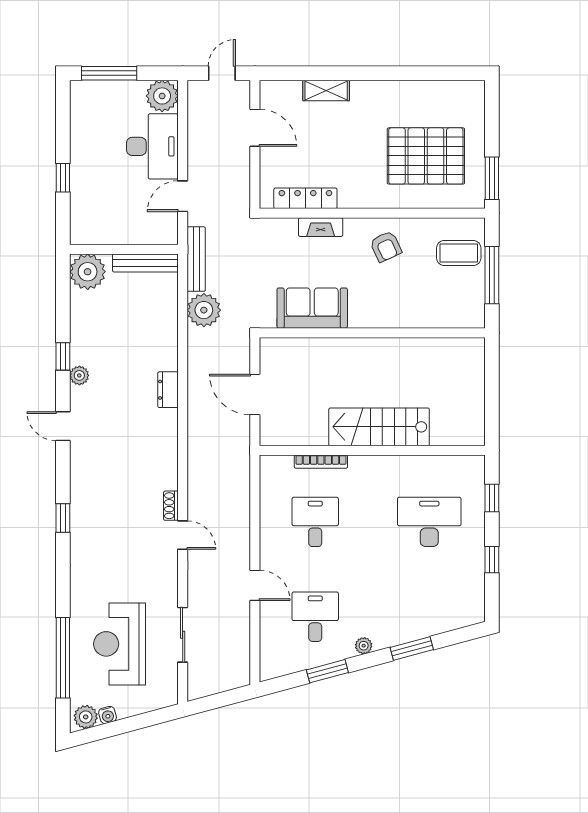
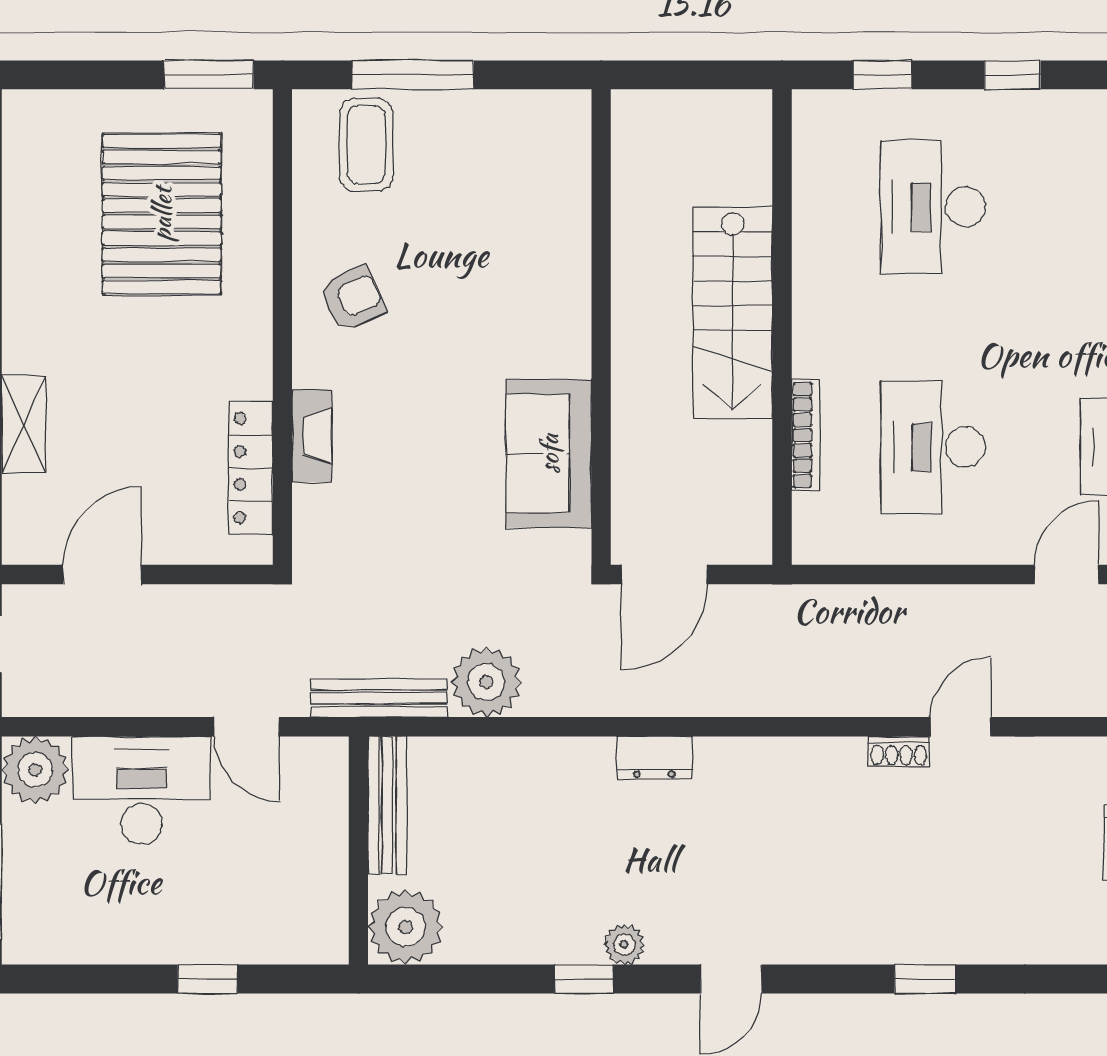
sofa: (312, 308) -> (549, 454), moved
wall: (372, 333) -> (601, 327), moved
desk: (315, 522) -> (933, 447), width x1.37

